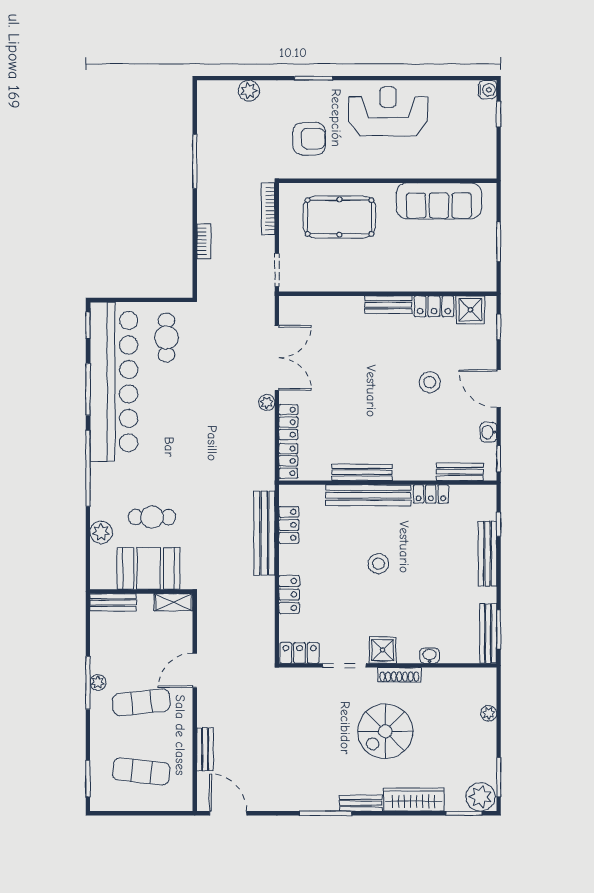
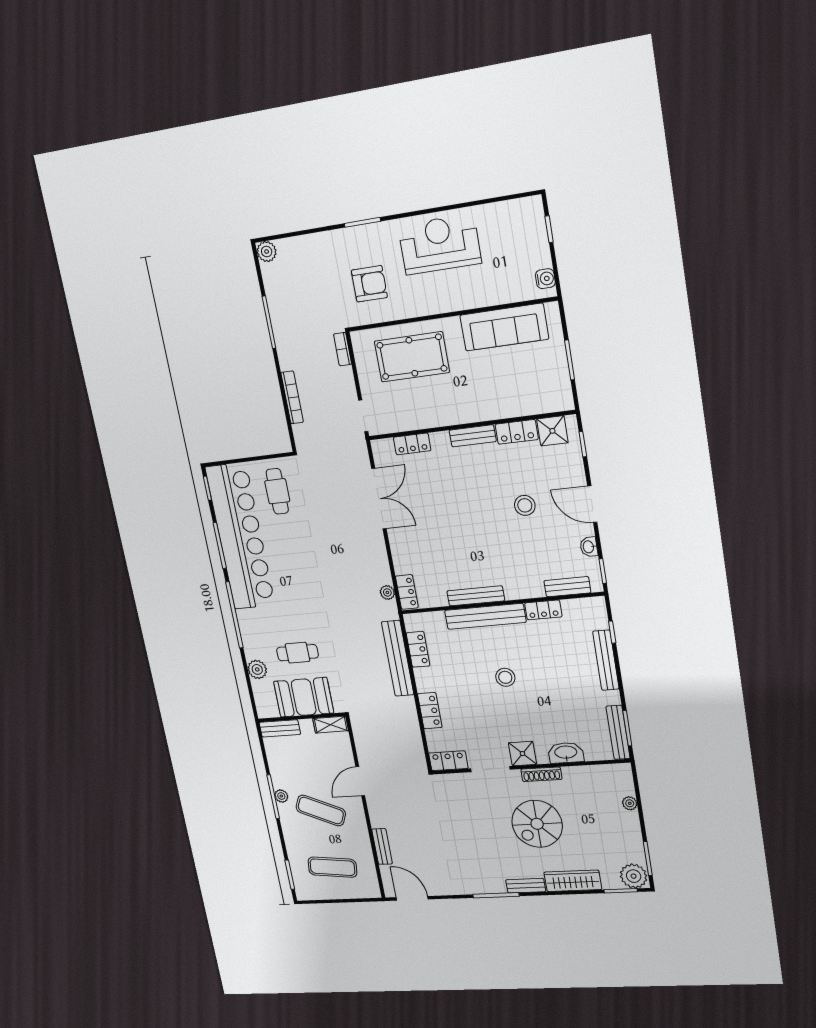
water cooler: (487, 90) -> (545, 279), moved
plant: (249, 91) -> (267, 252), moved
bookcase: (268, 209) -> (343, 349), width x0.64
bookcase: (204, 241) -> (292, 397), width x1.56
plant: (267, 403) -> (387, 592), moved
locker: (288, 422) -> (412, 444), moved, turned 90
washbasin: (430, 656) -> (566, 753), width x1.91, depth x1.45
exercise mat: (141, 702) -> (321, 810), turned 30

